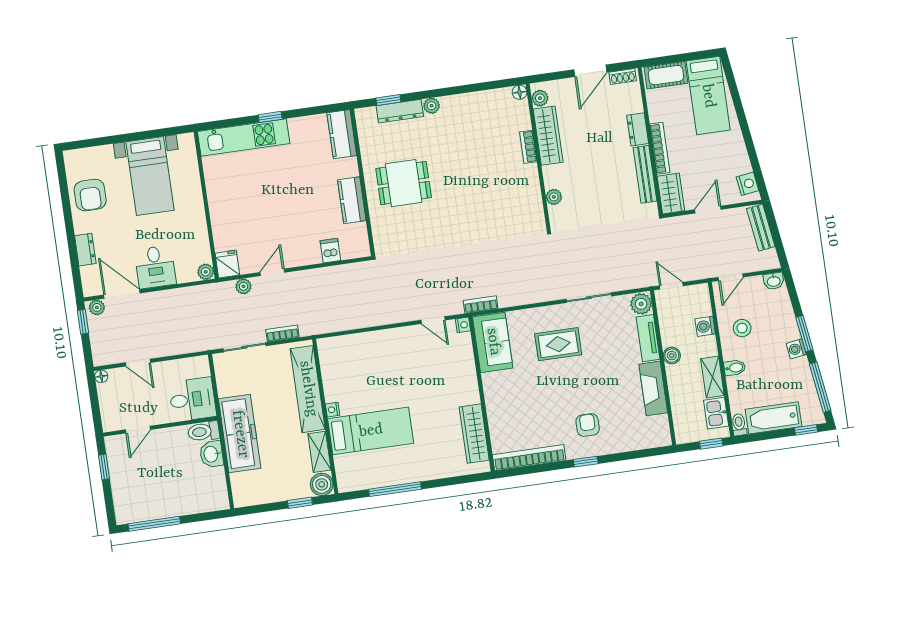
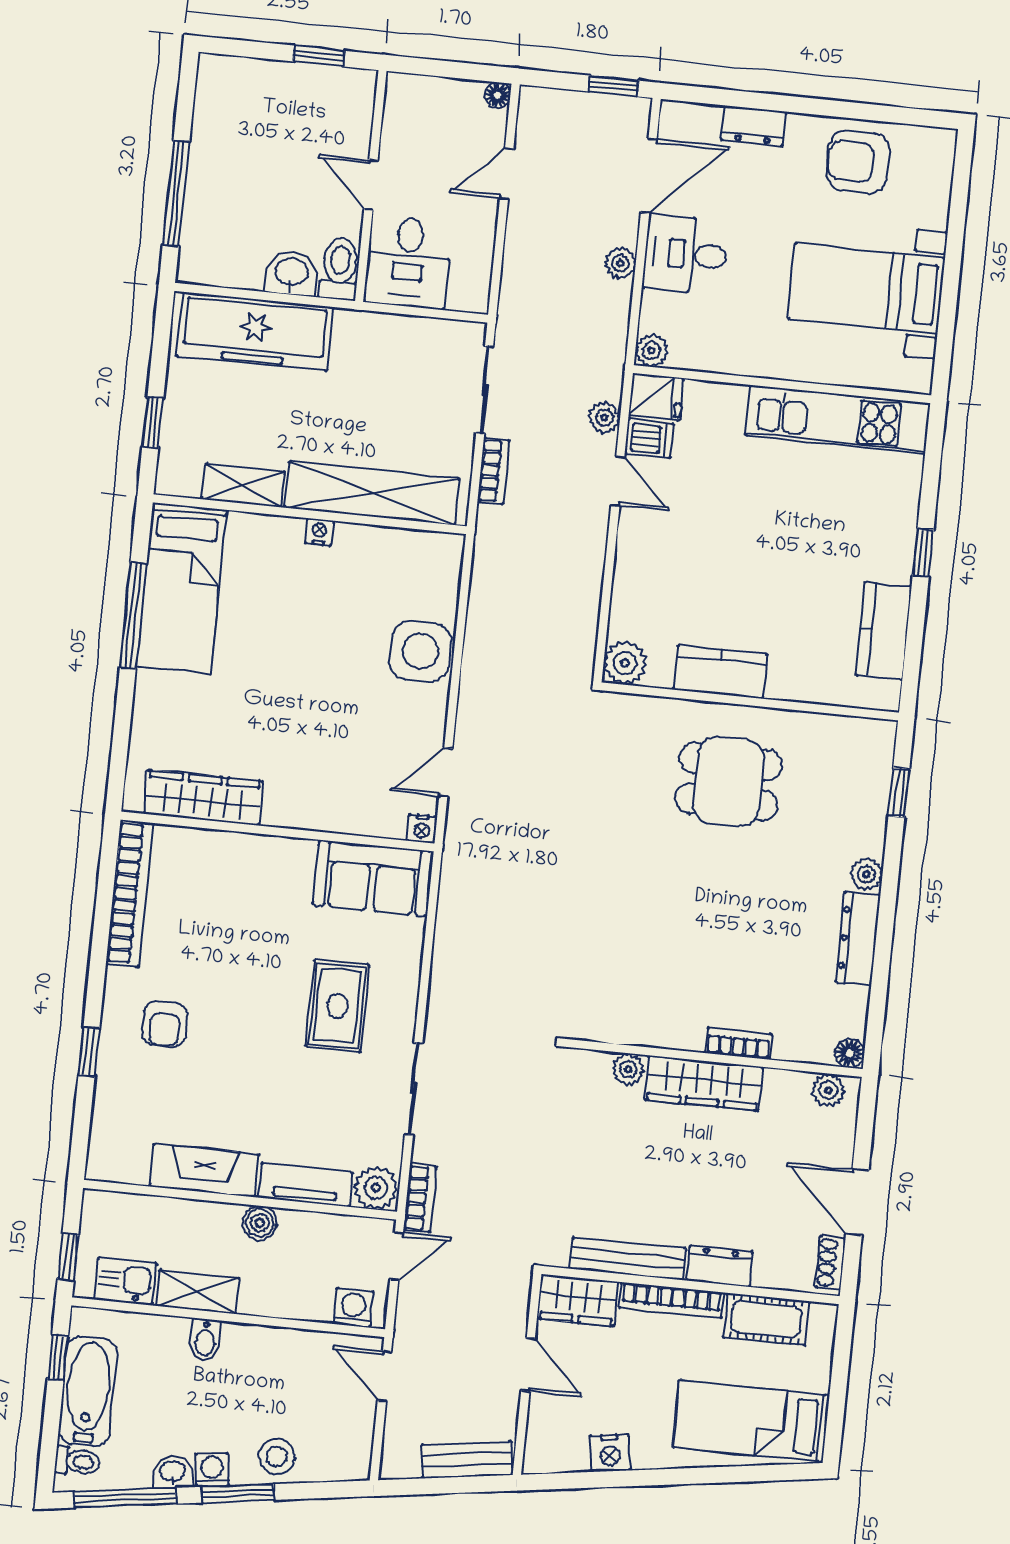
cot: (666, 75) -> (766, 1319), moved, turned 90
dresser: (400, 111) -> (858, 939), moved
kitchen counter: (342, 134) -> (884, 631), moved, turned -90
wardrobe: (548, 136) -> (704, 1083), moved
kitchen unit: (244, 137) -> (838, 419), moved, turned -90
dining table: (404, 183) -> (729, 782), turned 90
nightstand: (747, 184) -> (610, 1453), moved
plant: (359, 247) -> (625, 663), added
dishwasher: (330, 251) -> (649, 439), moved
washbasin: (774, 281) -> (173, 1472), moved, turned 82
bookcase: (481, 305) -> (420, 1198), moved
plant: (97, 307) -> (620, 263), moved
washing machine: (705, 326) -> (353, 1308), moved
stool: (742, 328) -> (277, 1456), moved
side table: (378, 347) -> (420, 651), added
armchair: (588, 425) -> (165, 1024), turned 90
toilet: (739, 425) -> (77, 1461), moved
door: (138, 430) -> (371, 185), moved
window: (806, 430) -> (58, 1357), moved
bed: (371, 431) -> (181, 588), moved
freezer: (240, 434) -> (255, 332), moved
window: (586, 462) -> (89, 1052), moved
boiler: (322, 484) -> (178, 474), removed
window: (154, 524) -> (176, 193), moved

